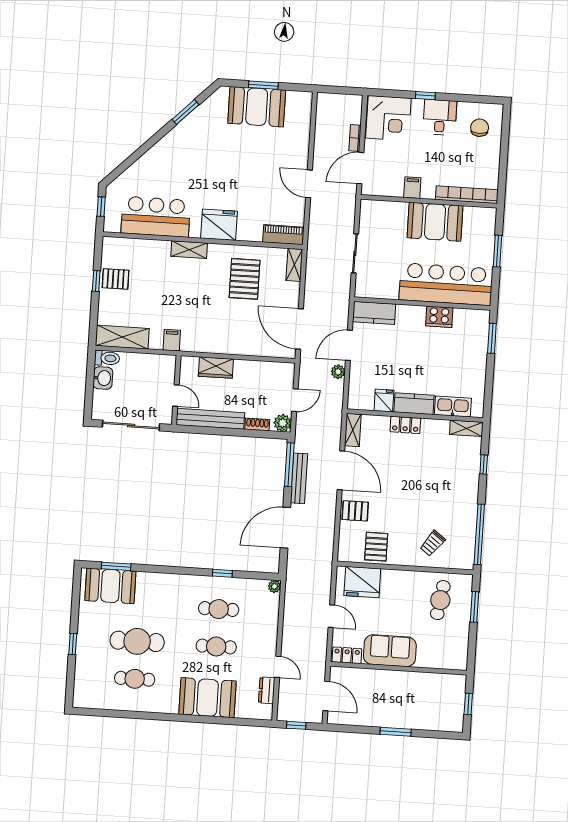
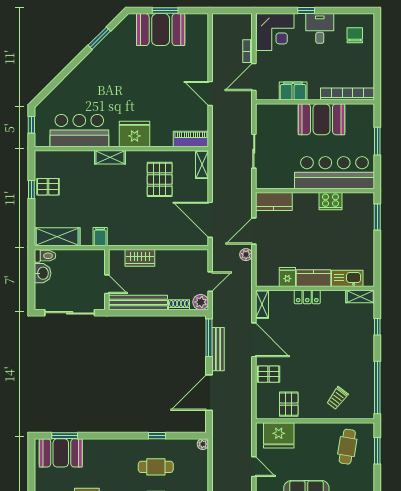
filing cabinet: (412, 188) -> (293, 91), width x2.00

